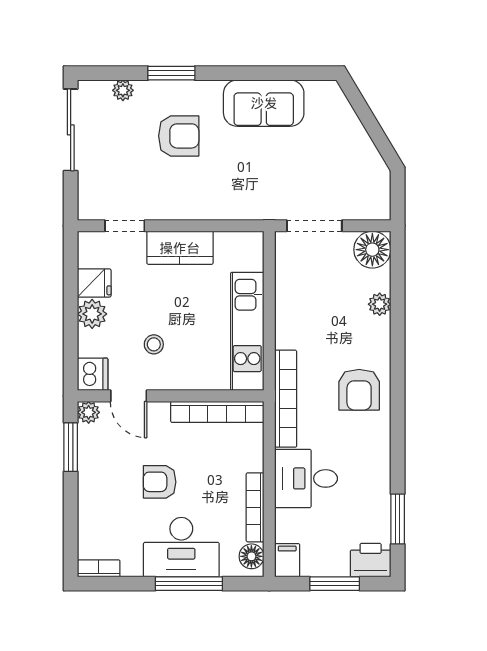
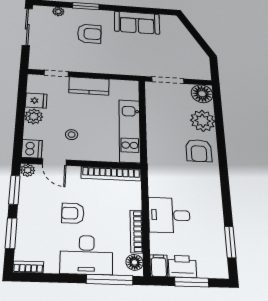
plant: (380, 304) -> (203, 121), width x1.88, depth x1.88
armchair: (359, 390) -> (199, 151), moved
bookcase: (286, 399) -> (154, 168), removed
window: (71, 518) -> (11, 233), added
printer: (371, 560) -> (182, 266), moved
window: (189, 584) -> (110, 280), moved

